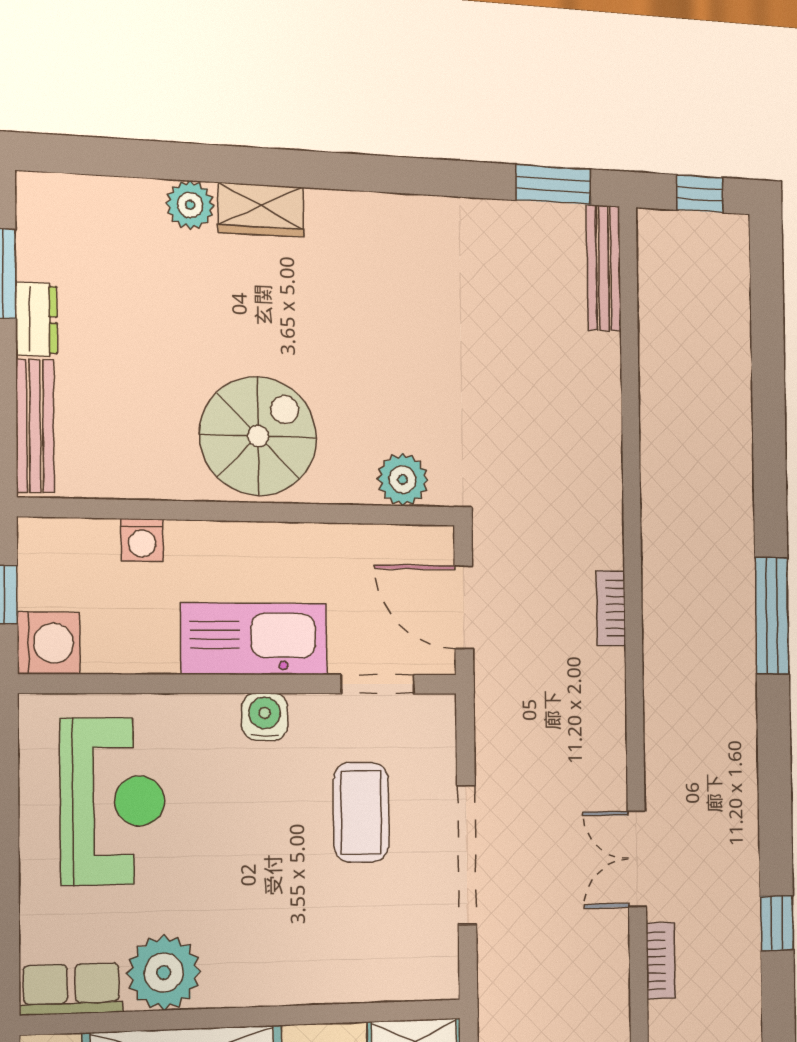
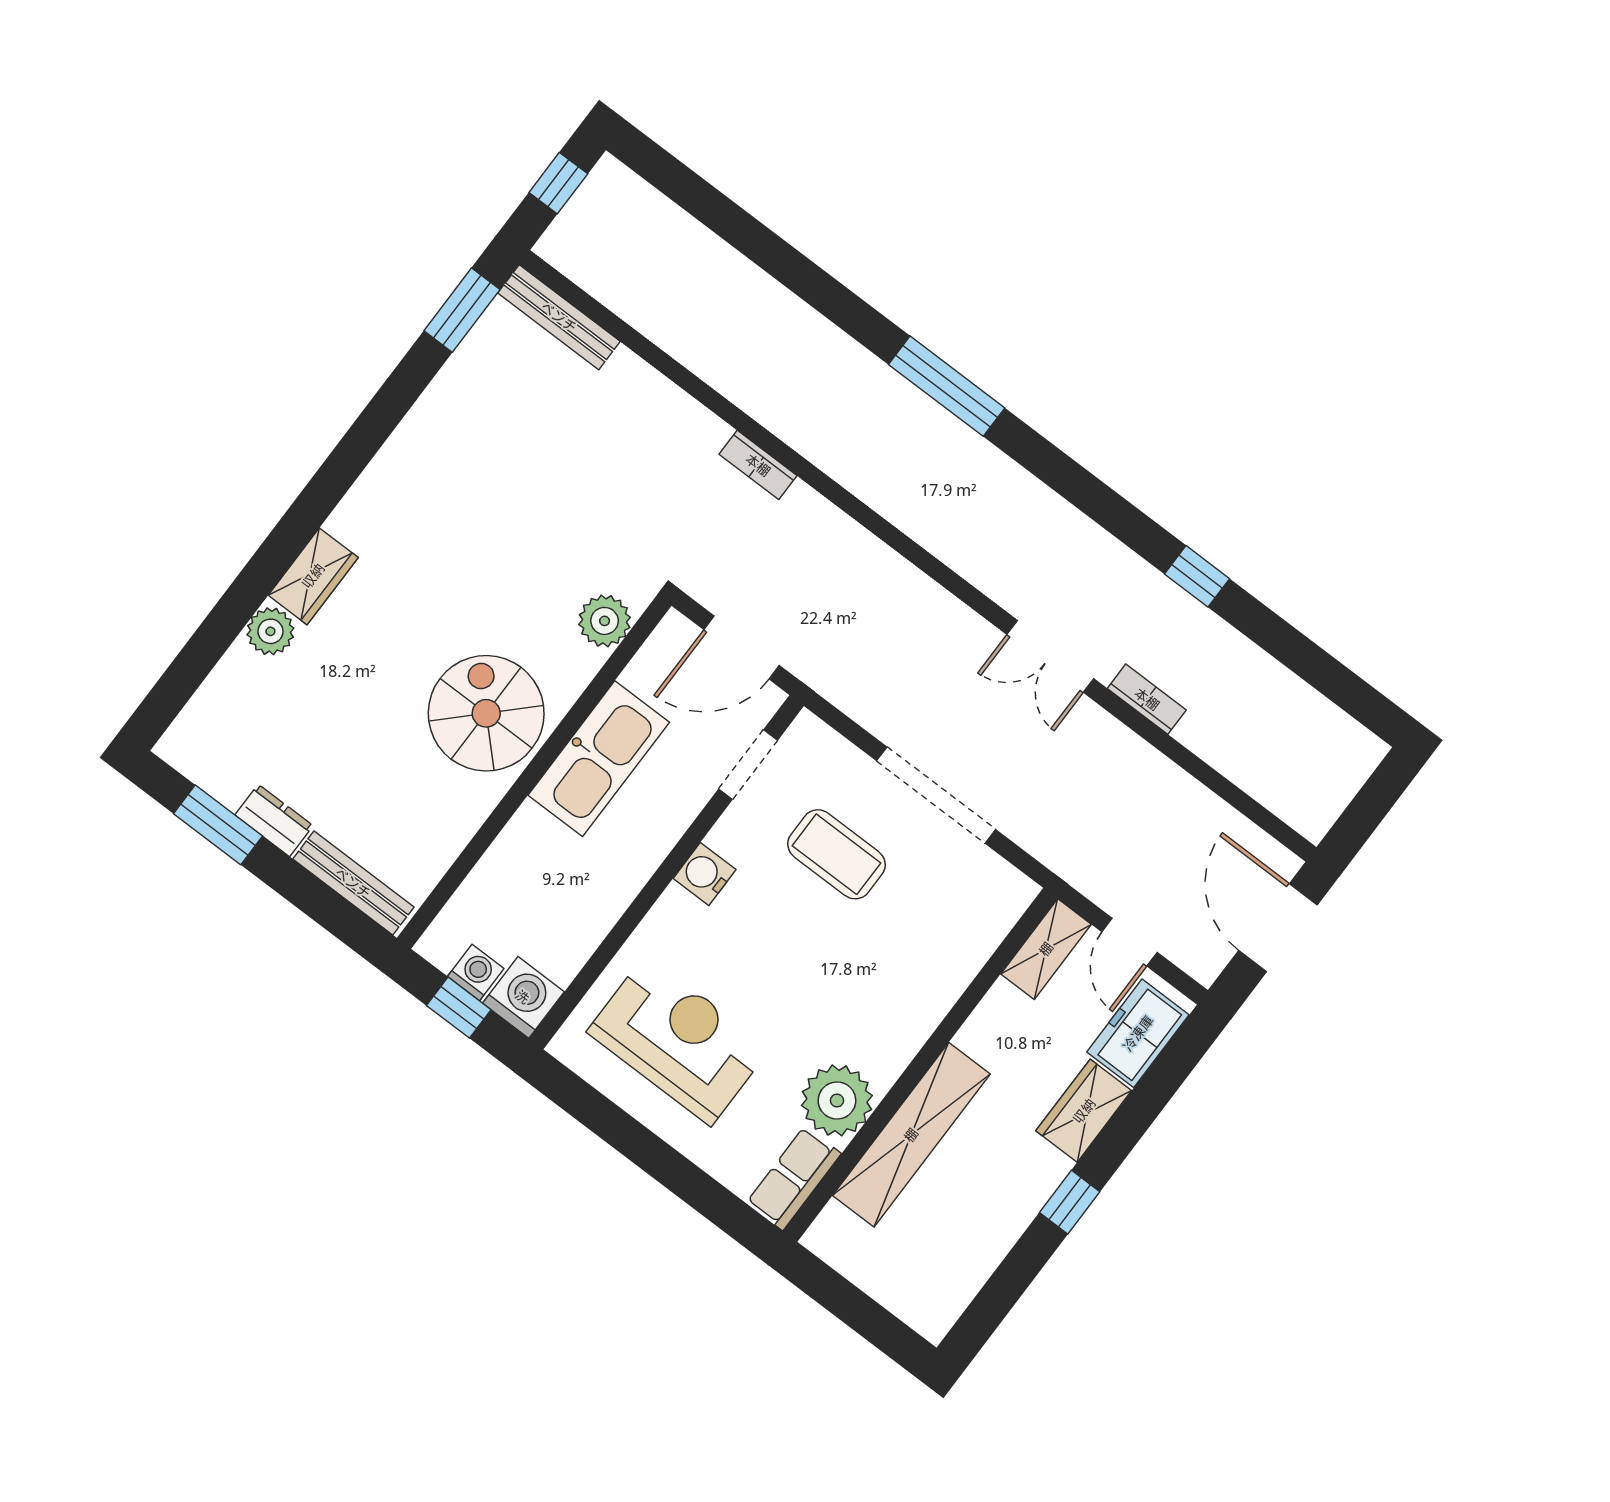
washing machine: (142, 540) -> (476, 973), moved, turned -90
bookcase: (611, 608) -> (758, 465), moved
kitchen sink: (254, 639) -> (599, 759), moved, turned 180

